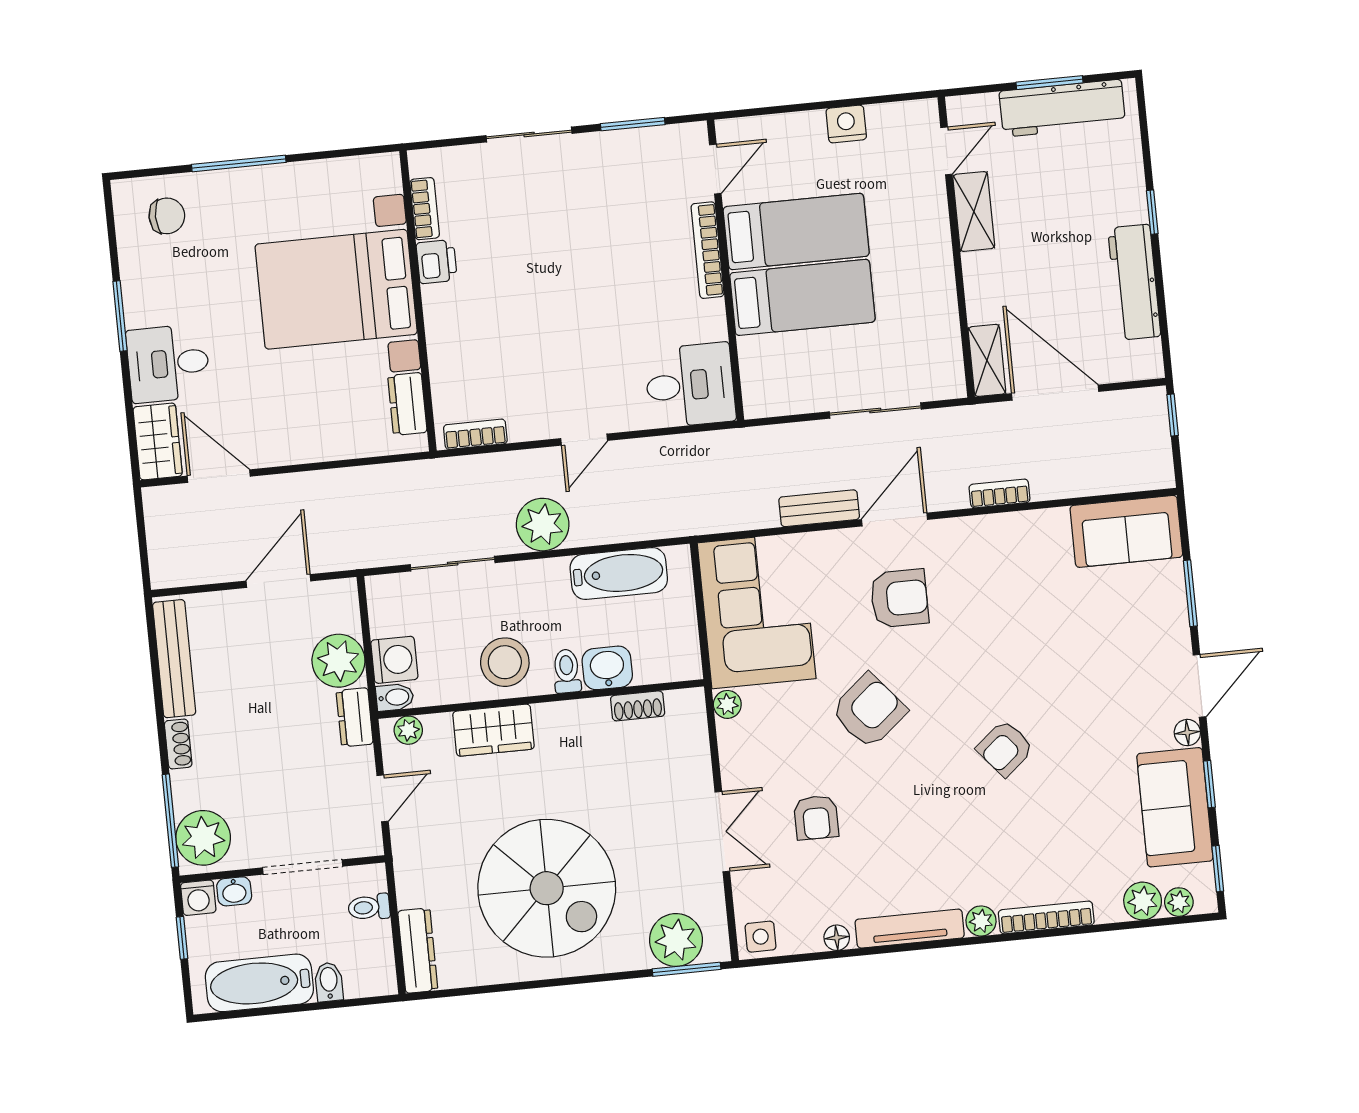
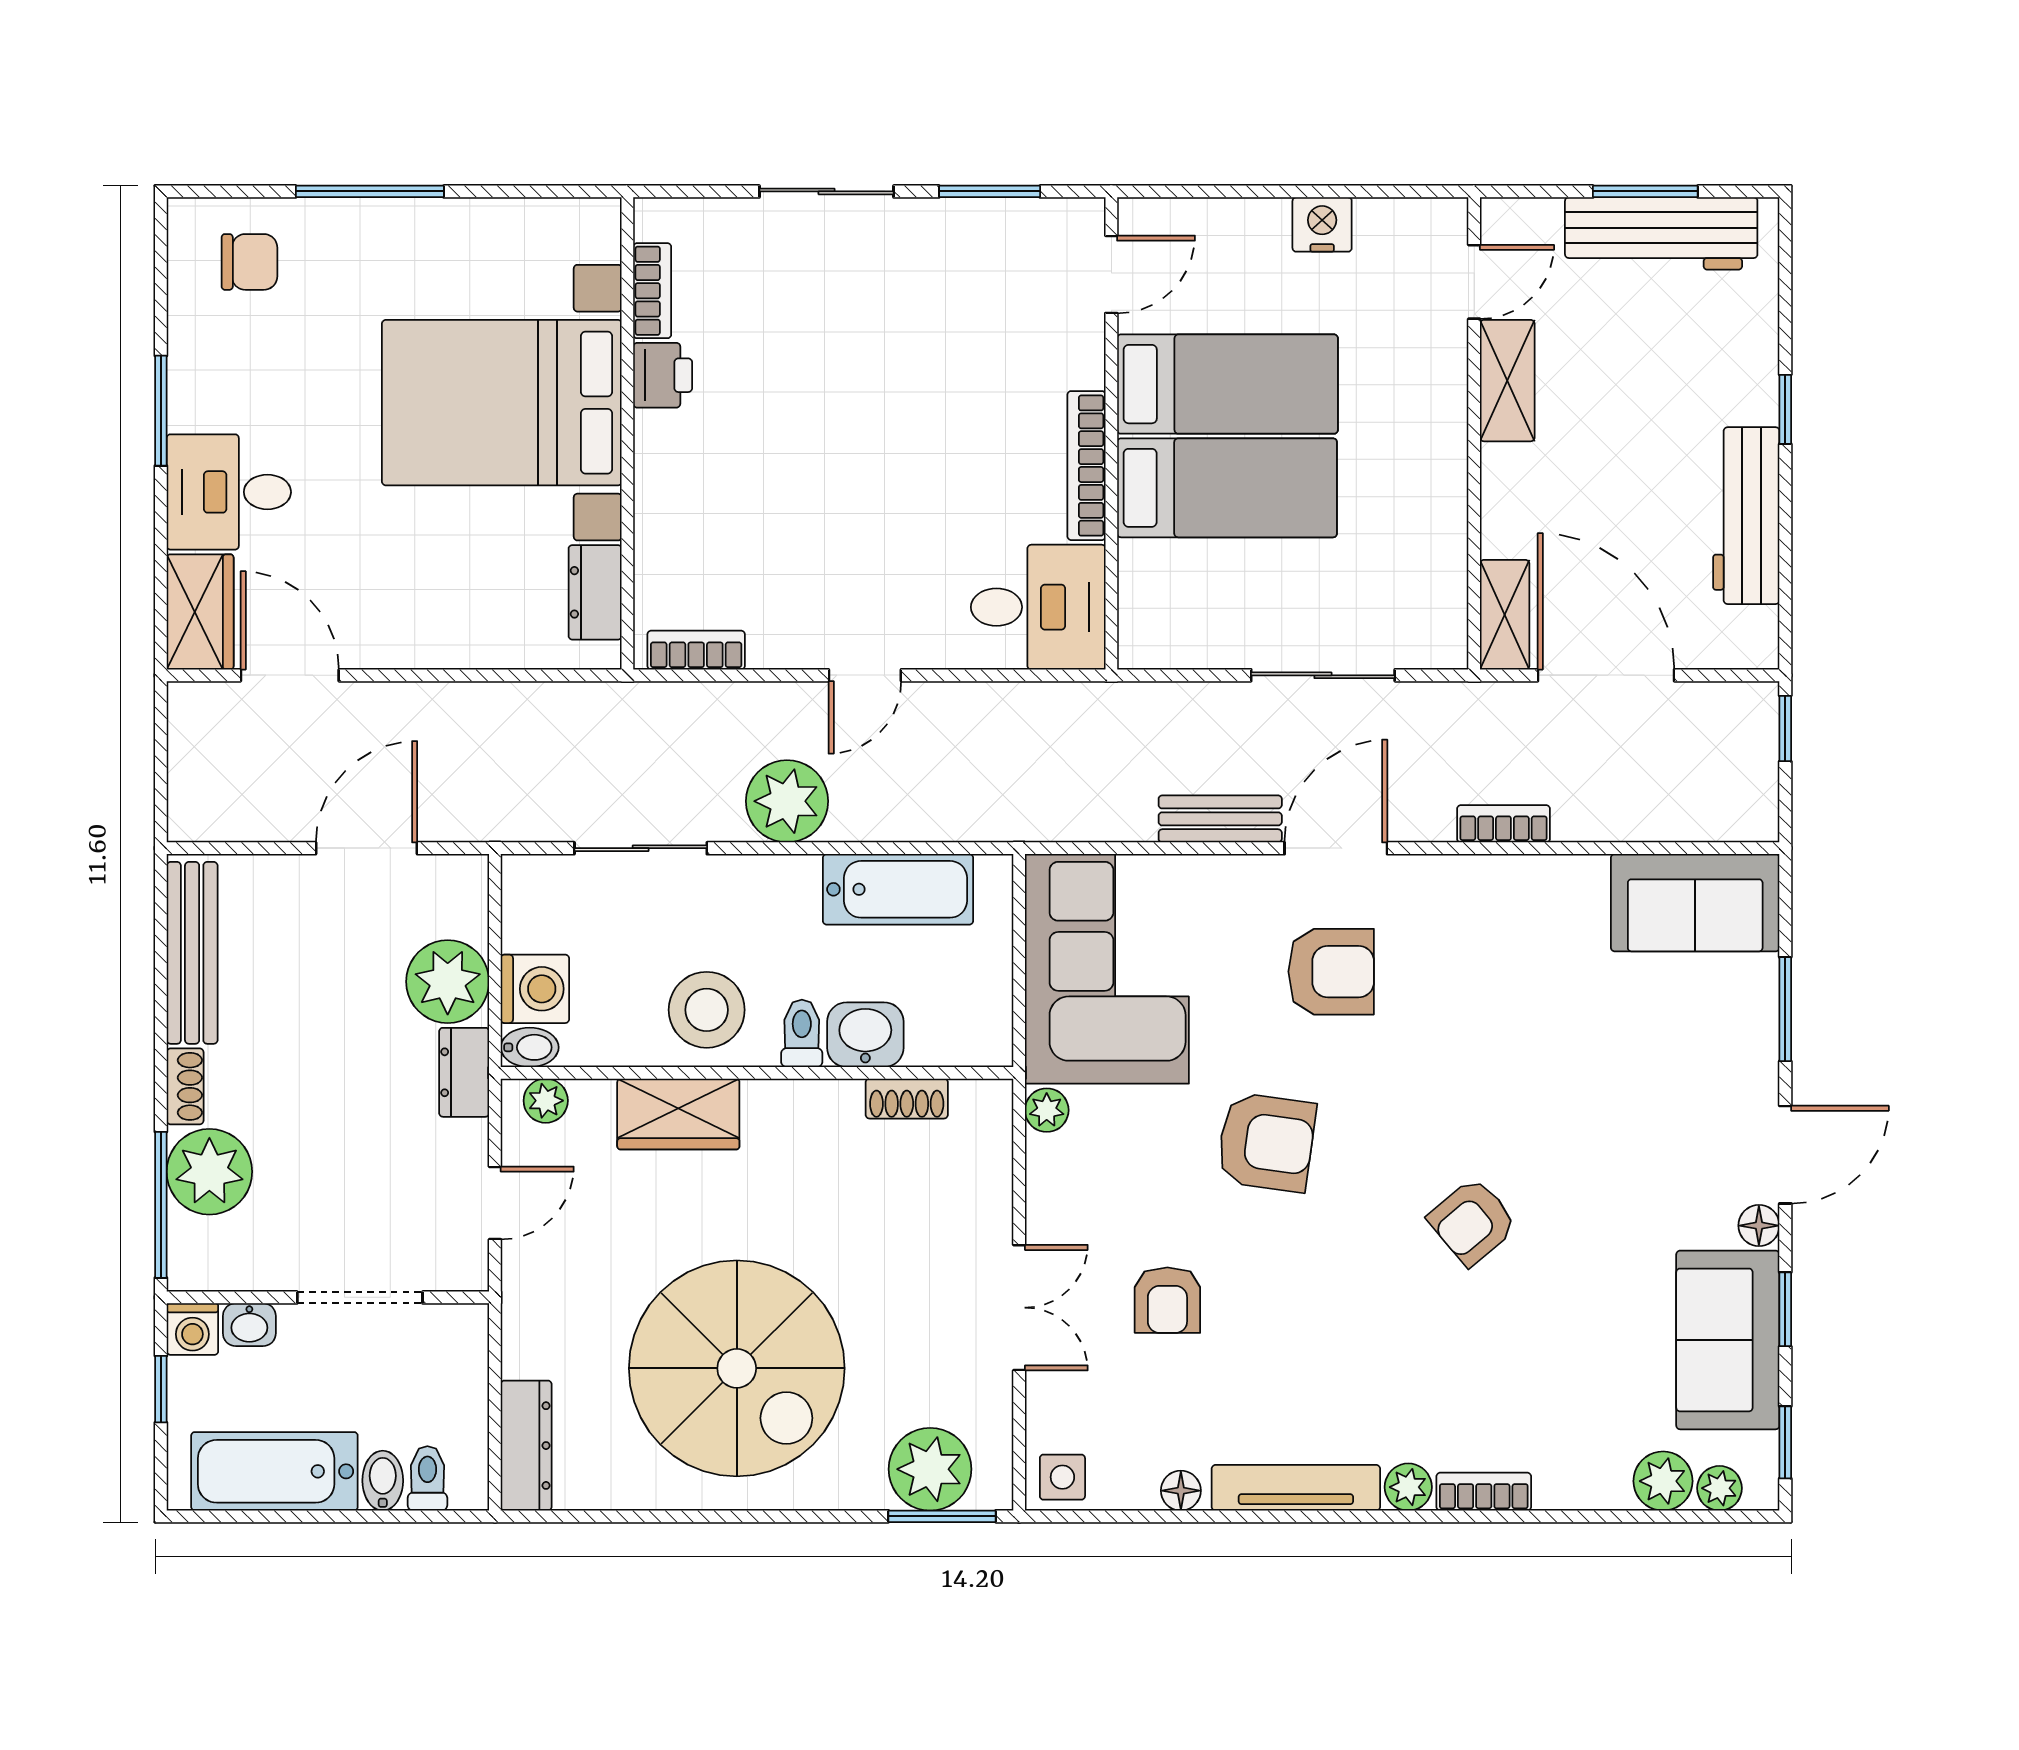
bookcase: (708, 250) -> (1086, 466), moved
armchair: (869, 711) -> (1266, 1142), turned 48
plant: (203, 838) -> (209, 1172), moved
toilet: (369, 907) -> (427, 1478), moved, turned 90
bookcase: (1046, 917) -> (1484, 1492), width x0.64

